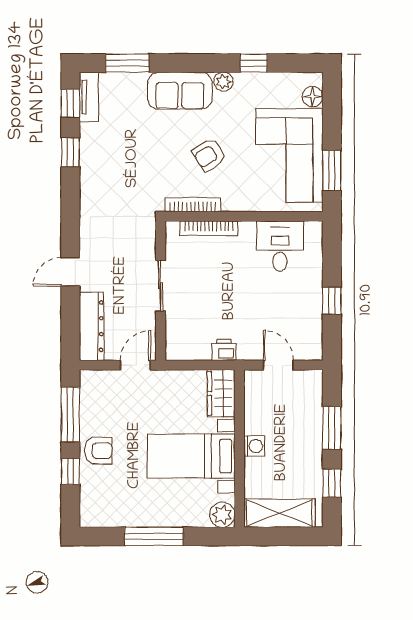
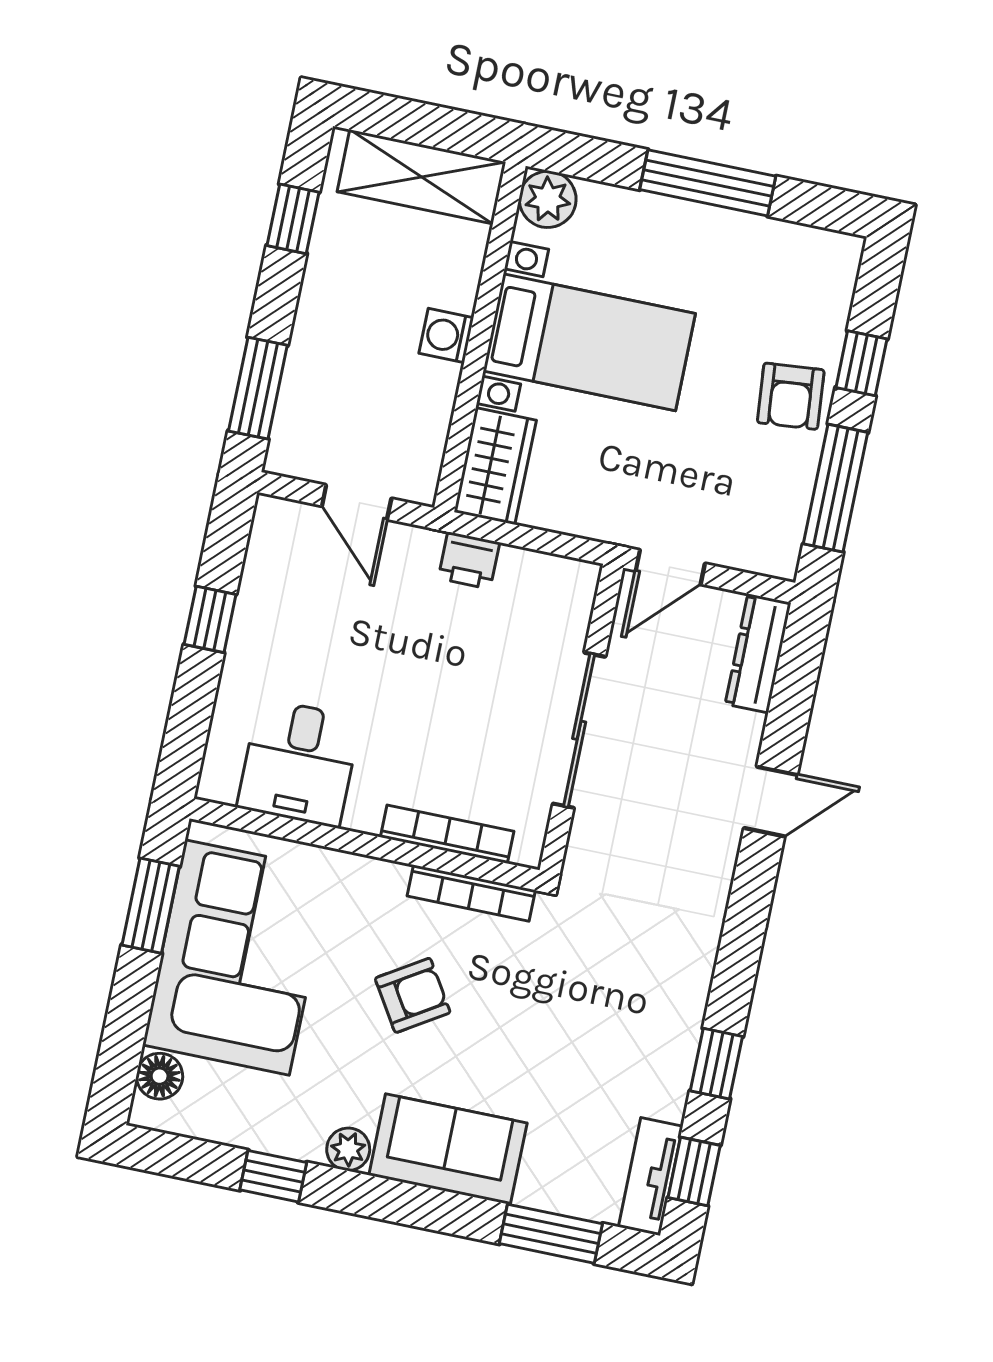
sliding door: (161, 286) -> (579, 730), width x1.37
dresser: (92, 326) -> (758, 653), width x0.73, depth x0.80
window: (332, 428) -> (258, 388), moved
armchair: (98, 451) -> (791, 396), turned -95

